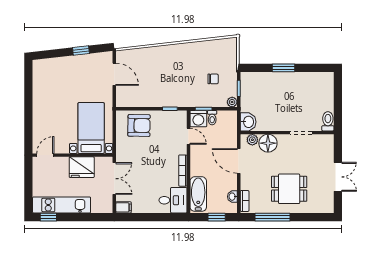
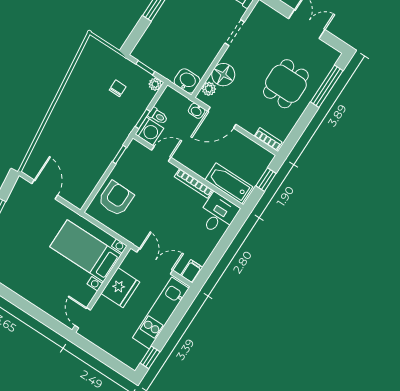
door: (114, 74) -> (45, 189), hinge flipped
washbasin: (232, 197) -> (197, 111), moved
kitchen unit: (62, 205) -> (161, 313), moved
window: (272, 217) -> (327, 86), moved

